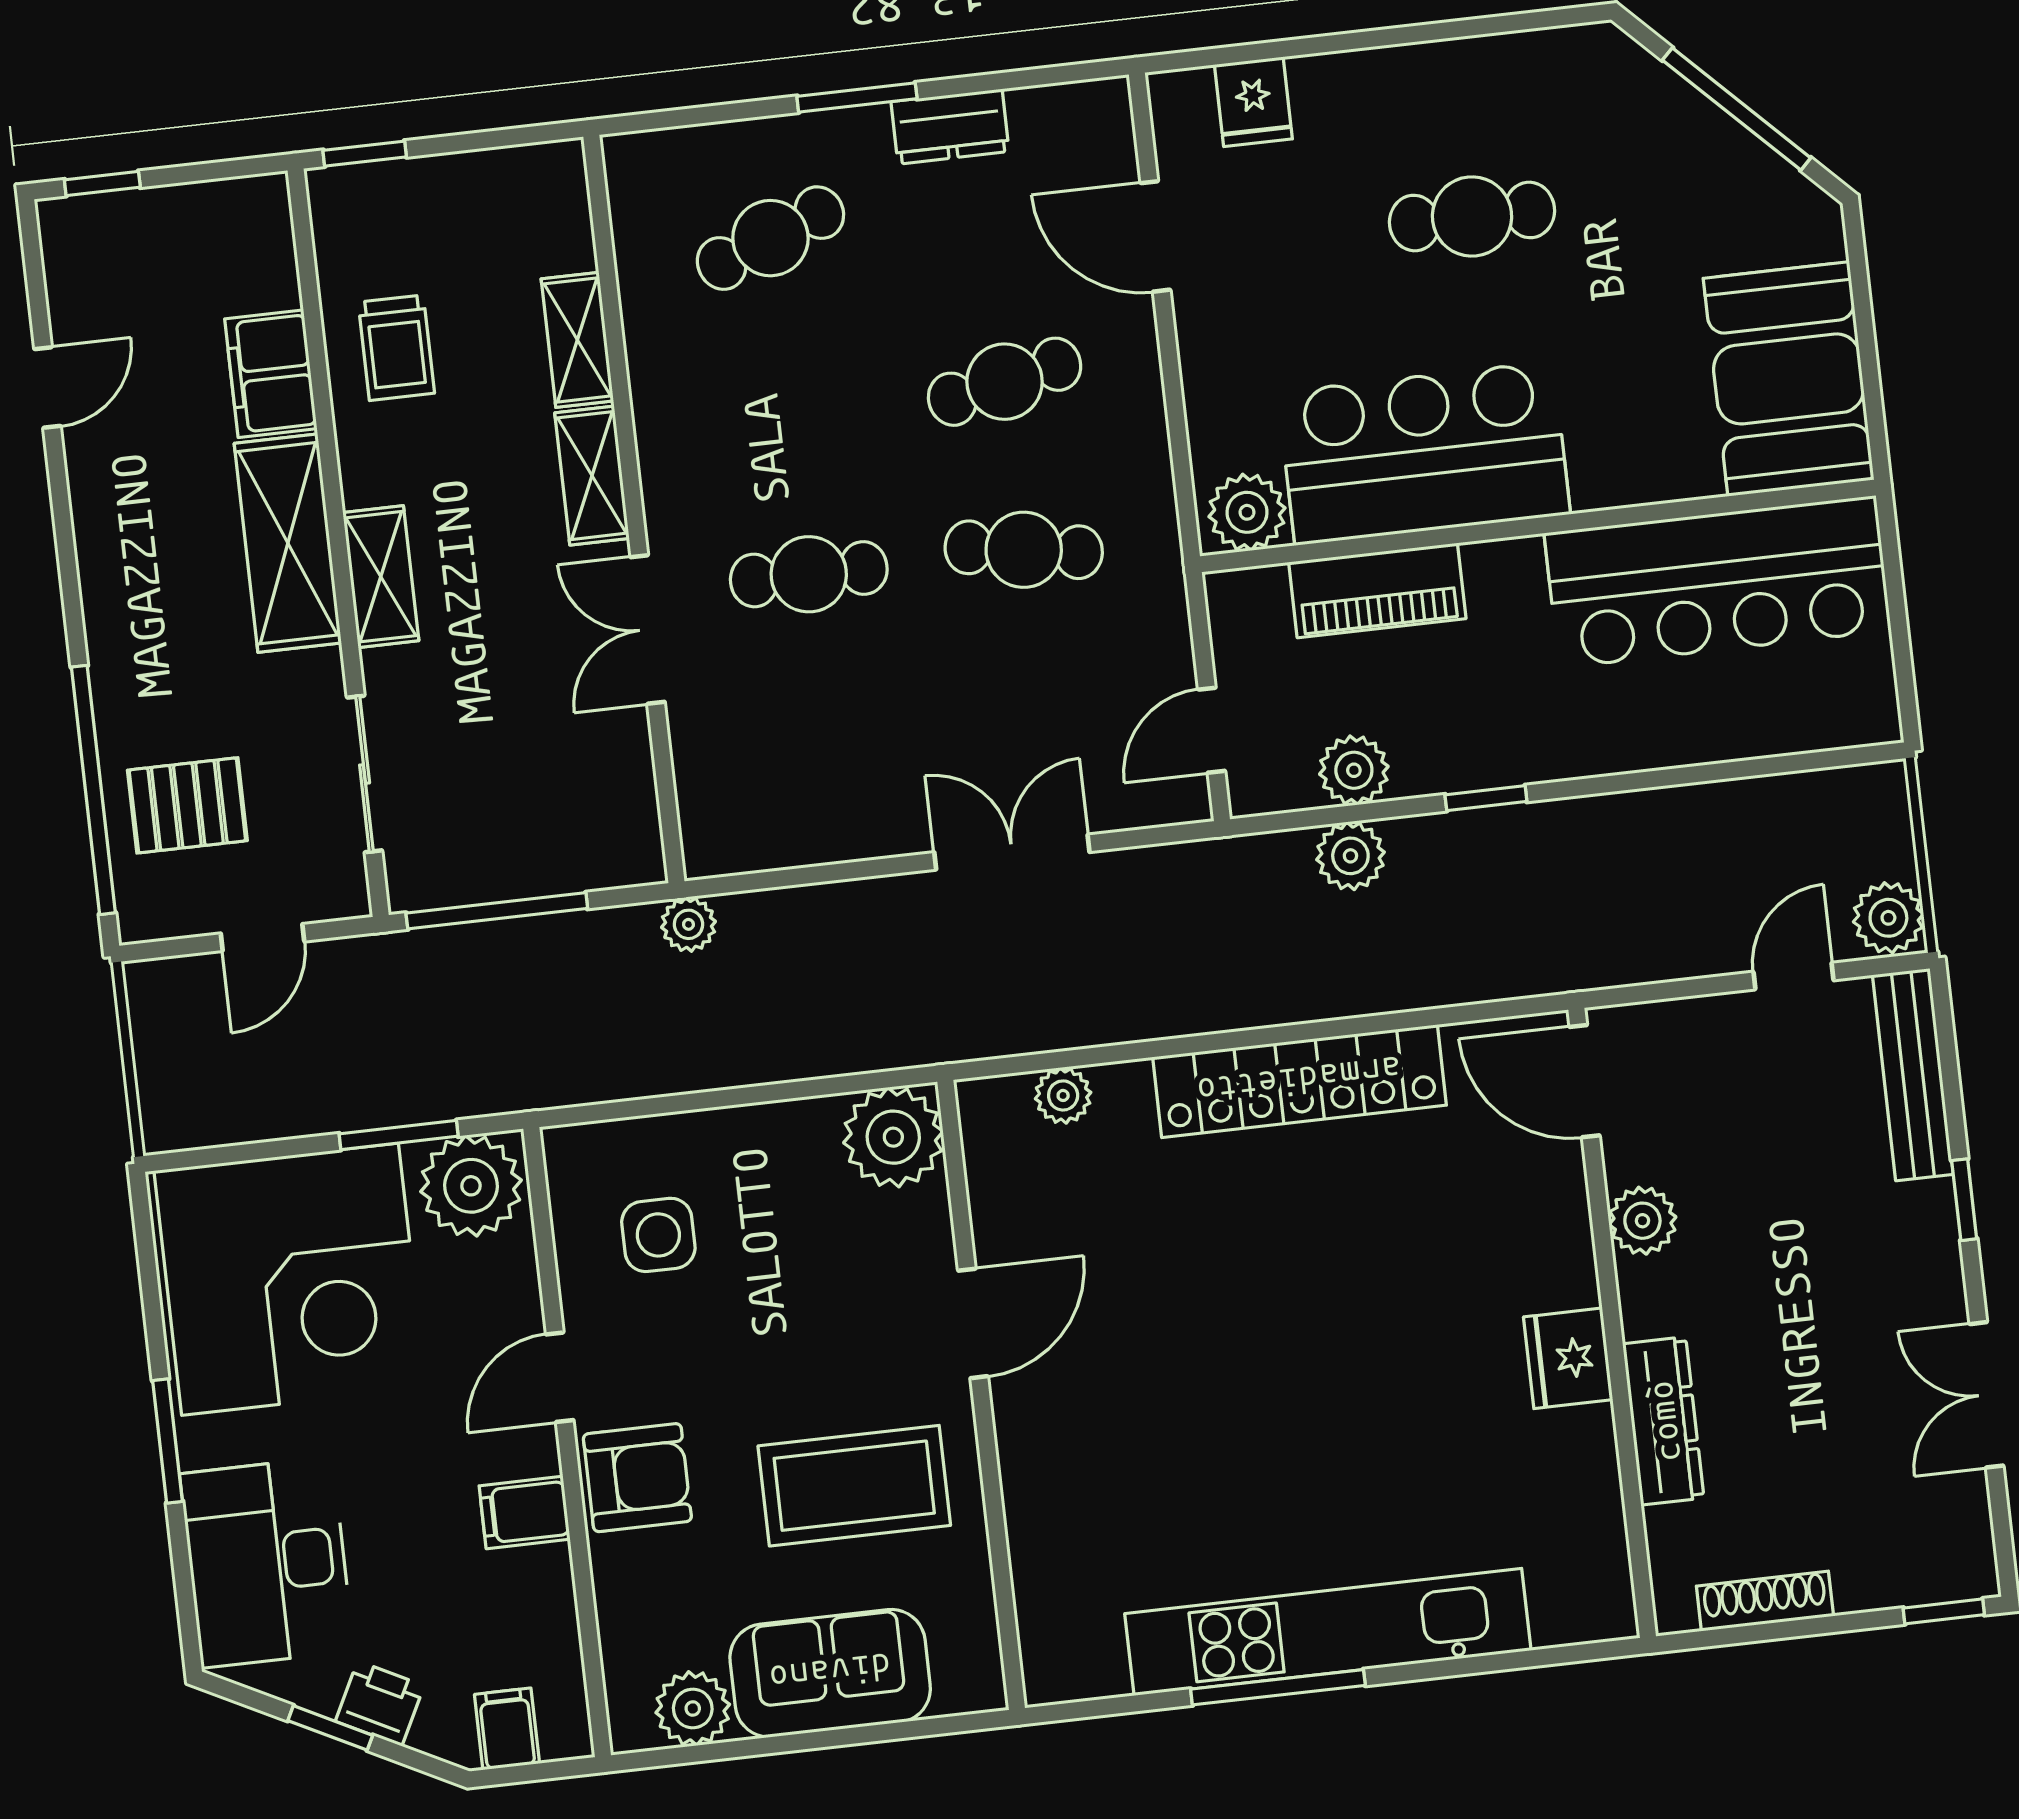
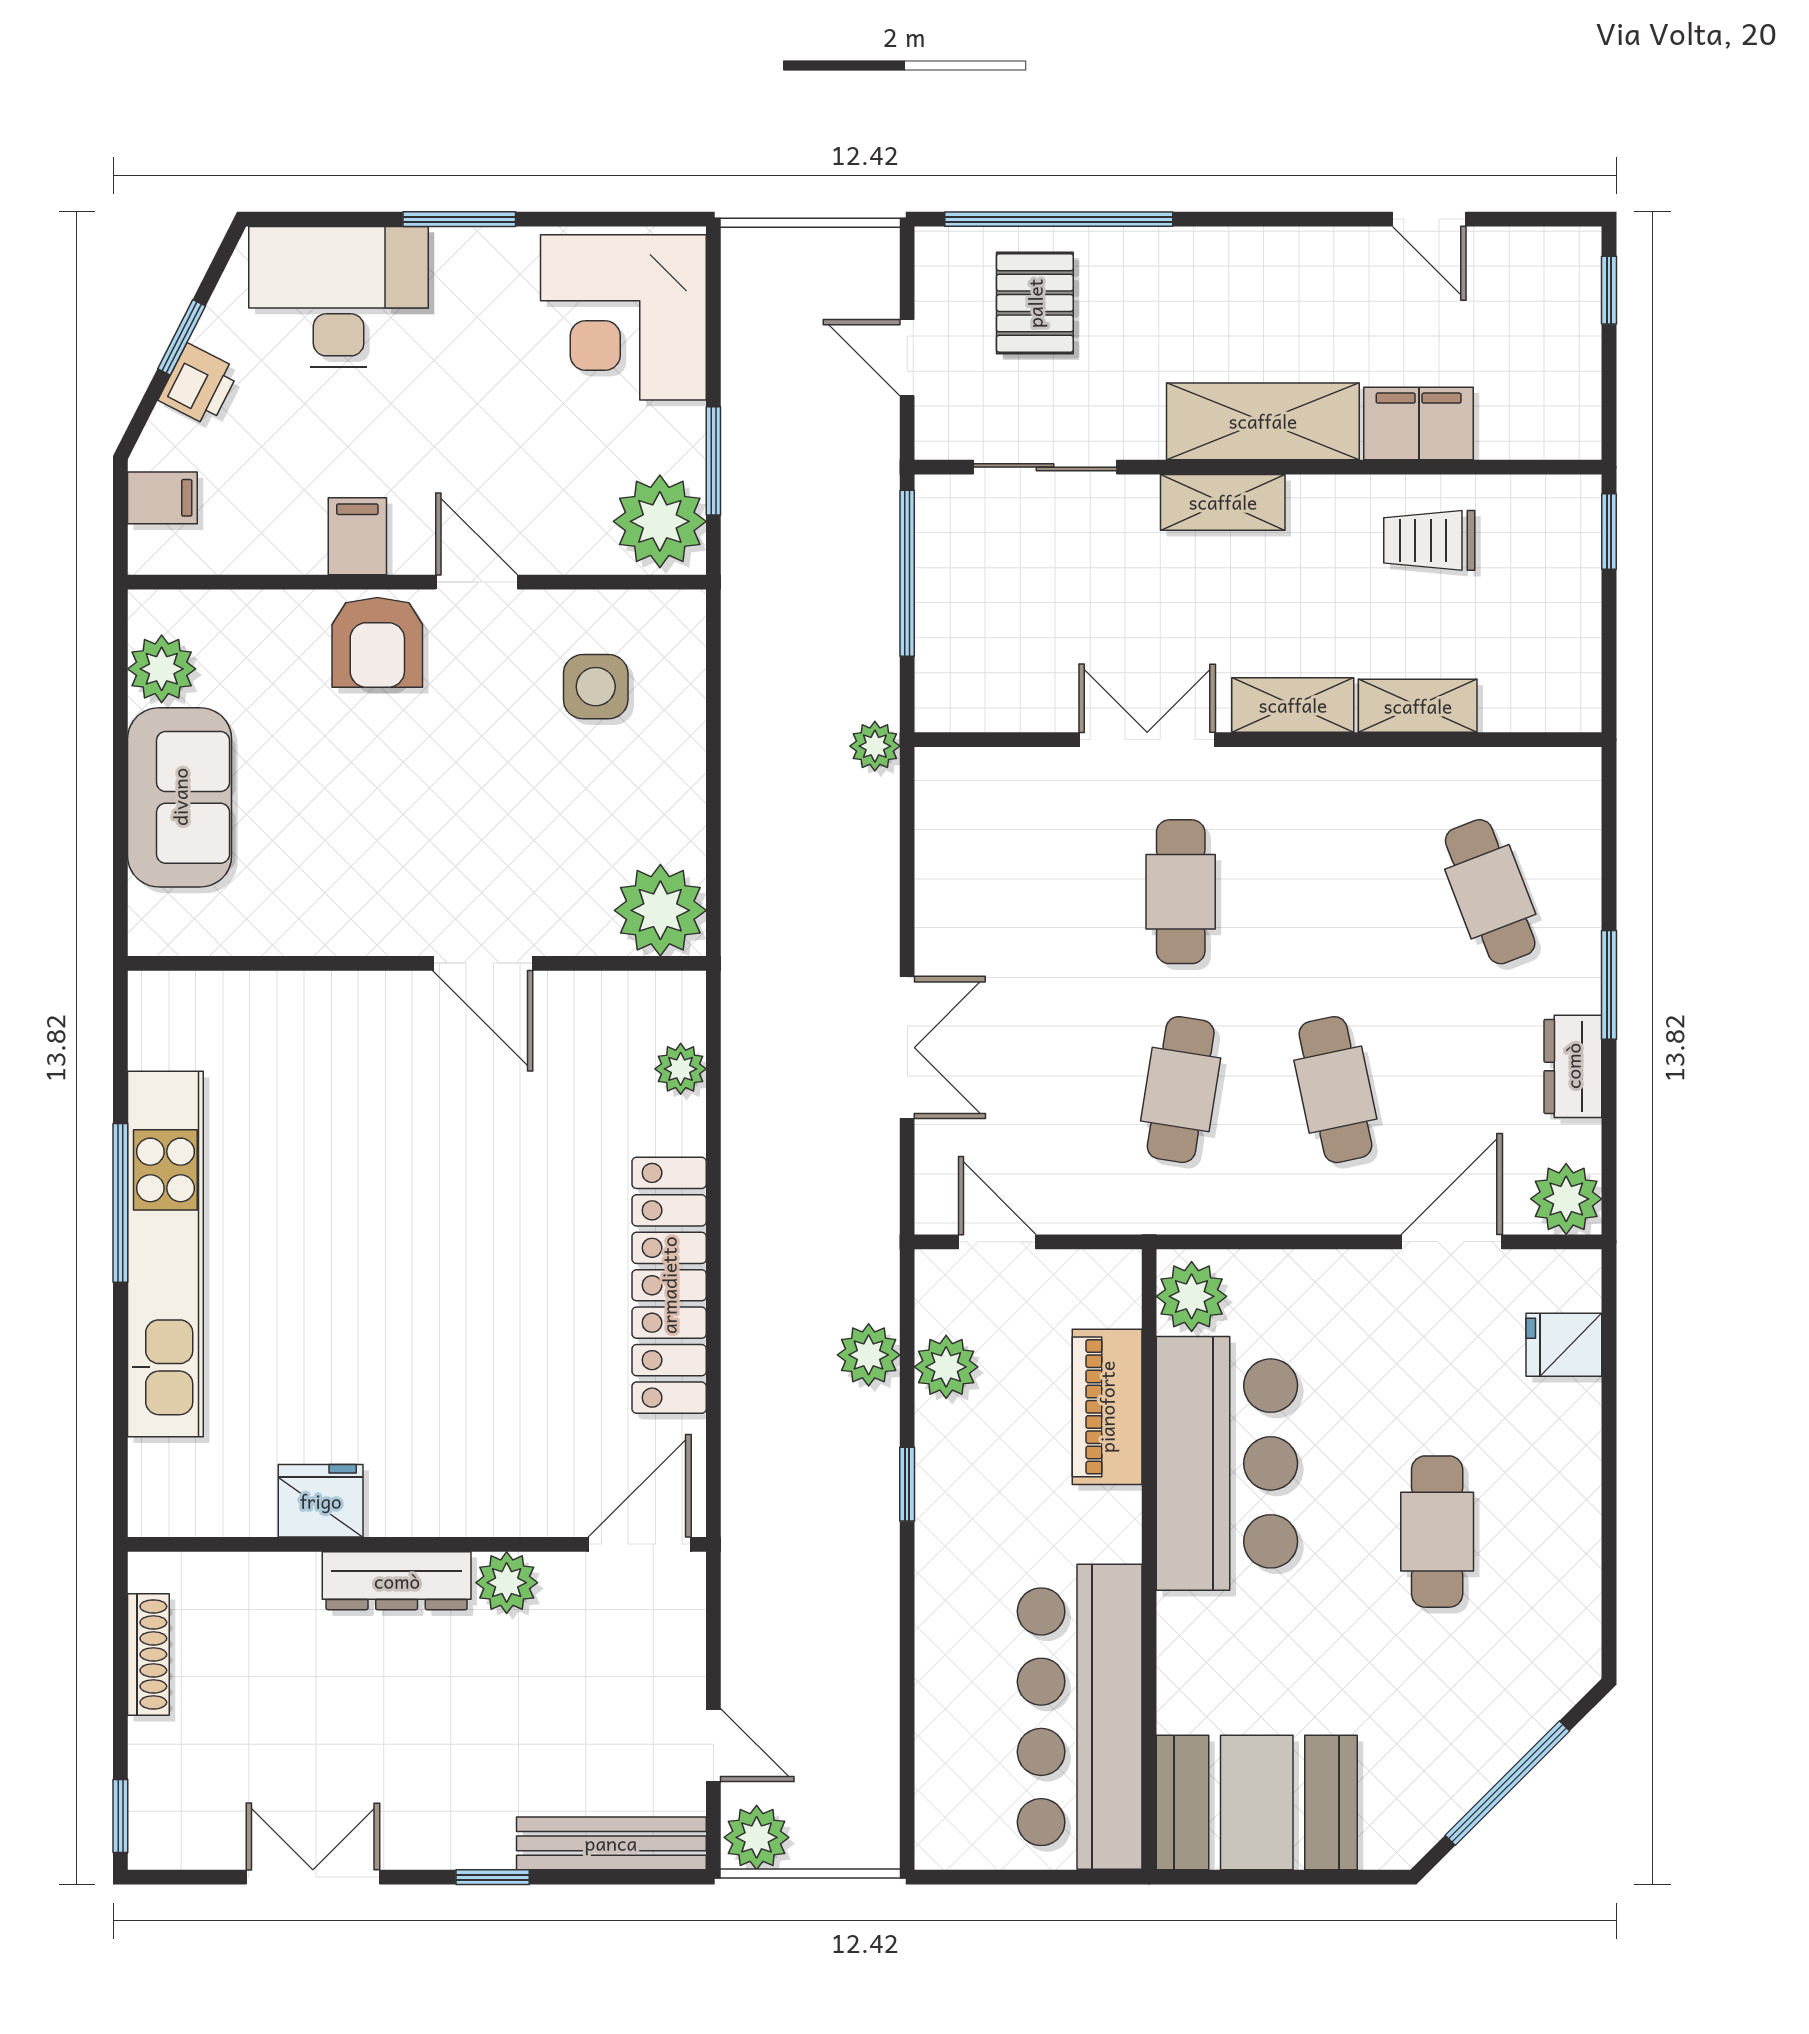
plant: (1095, 117) -> (1566, 1199), added
corner desk: (290, 1279) -> (623, 317), width x0.74, depth x0.74
fridge: (1568, 1358) -> (321, 1501), moved
dresser: (1663, 1421) -> (397, 1581), moved
coffee table: (854, 1486) -> (348, 839), removed

